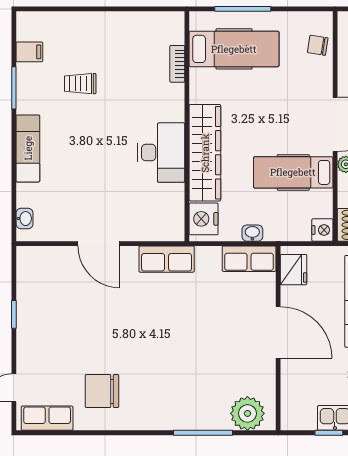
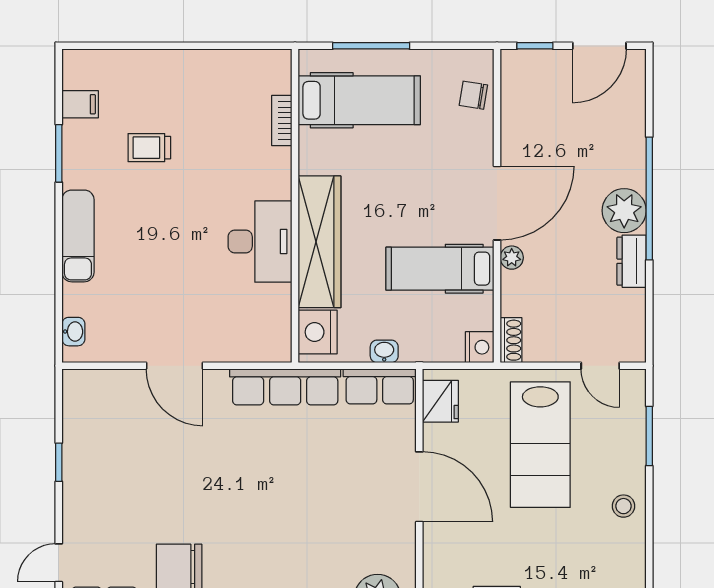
row of seats: (167, 259) -> (285, 387), width x1.48

